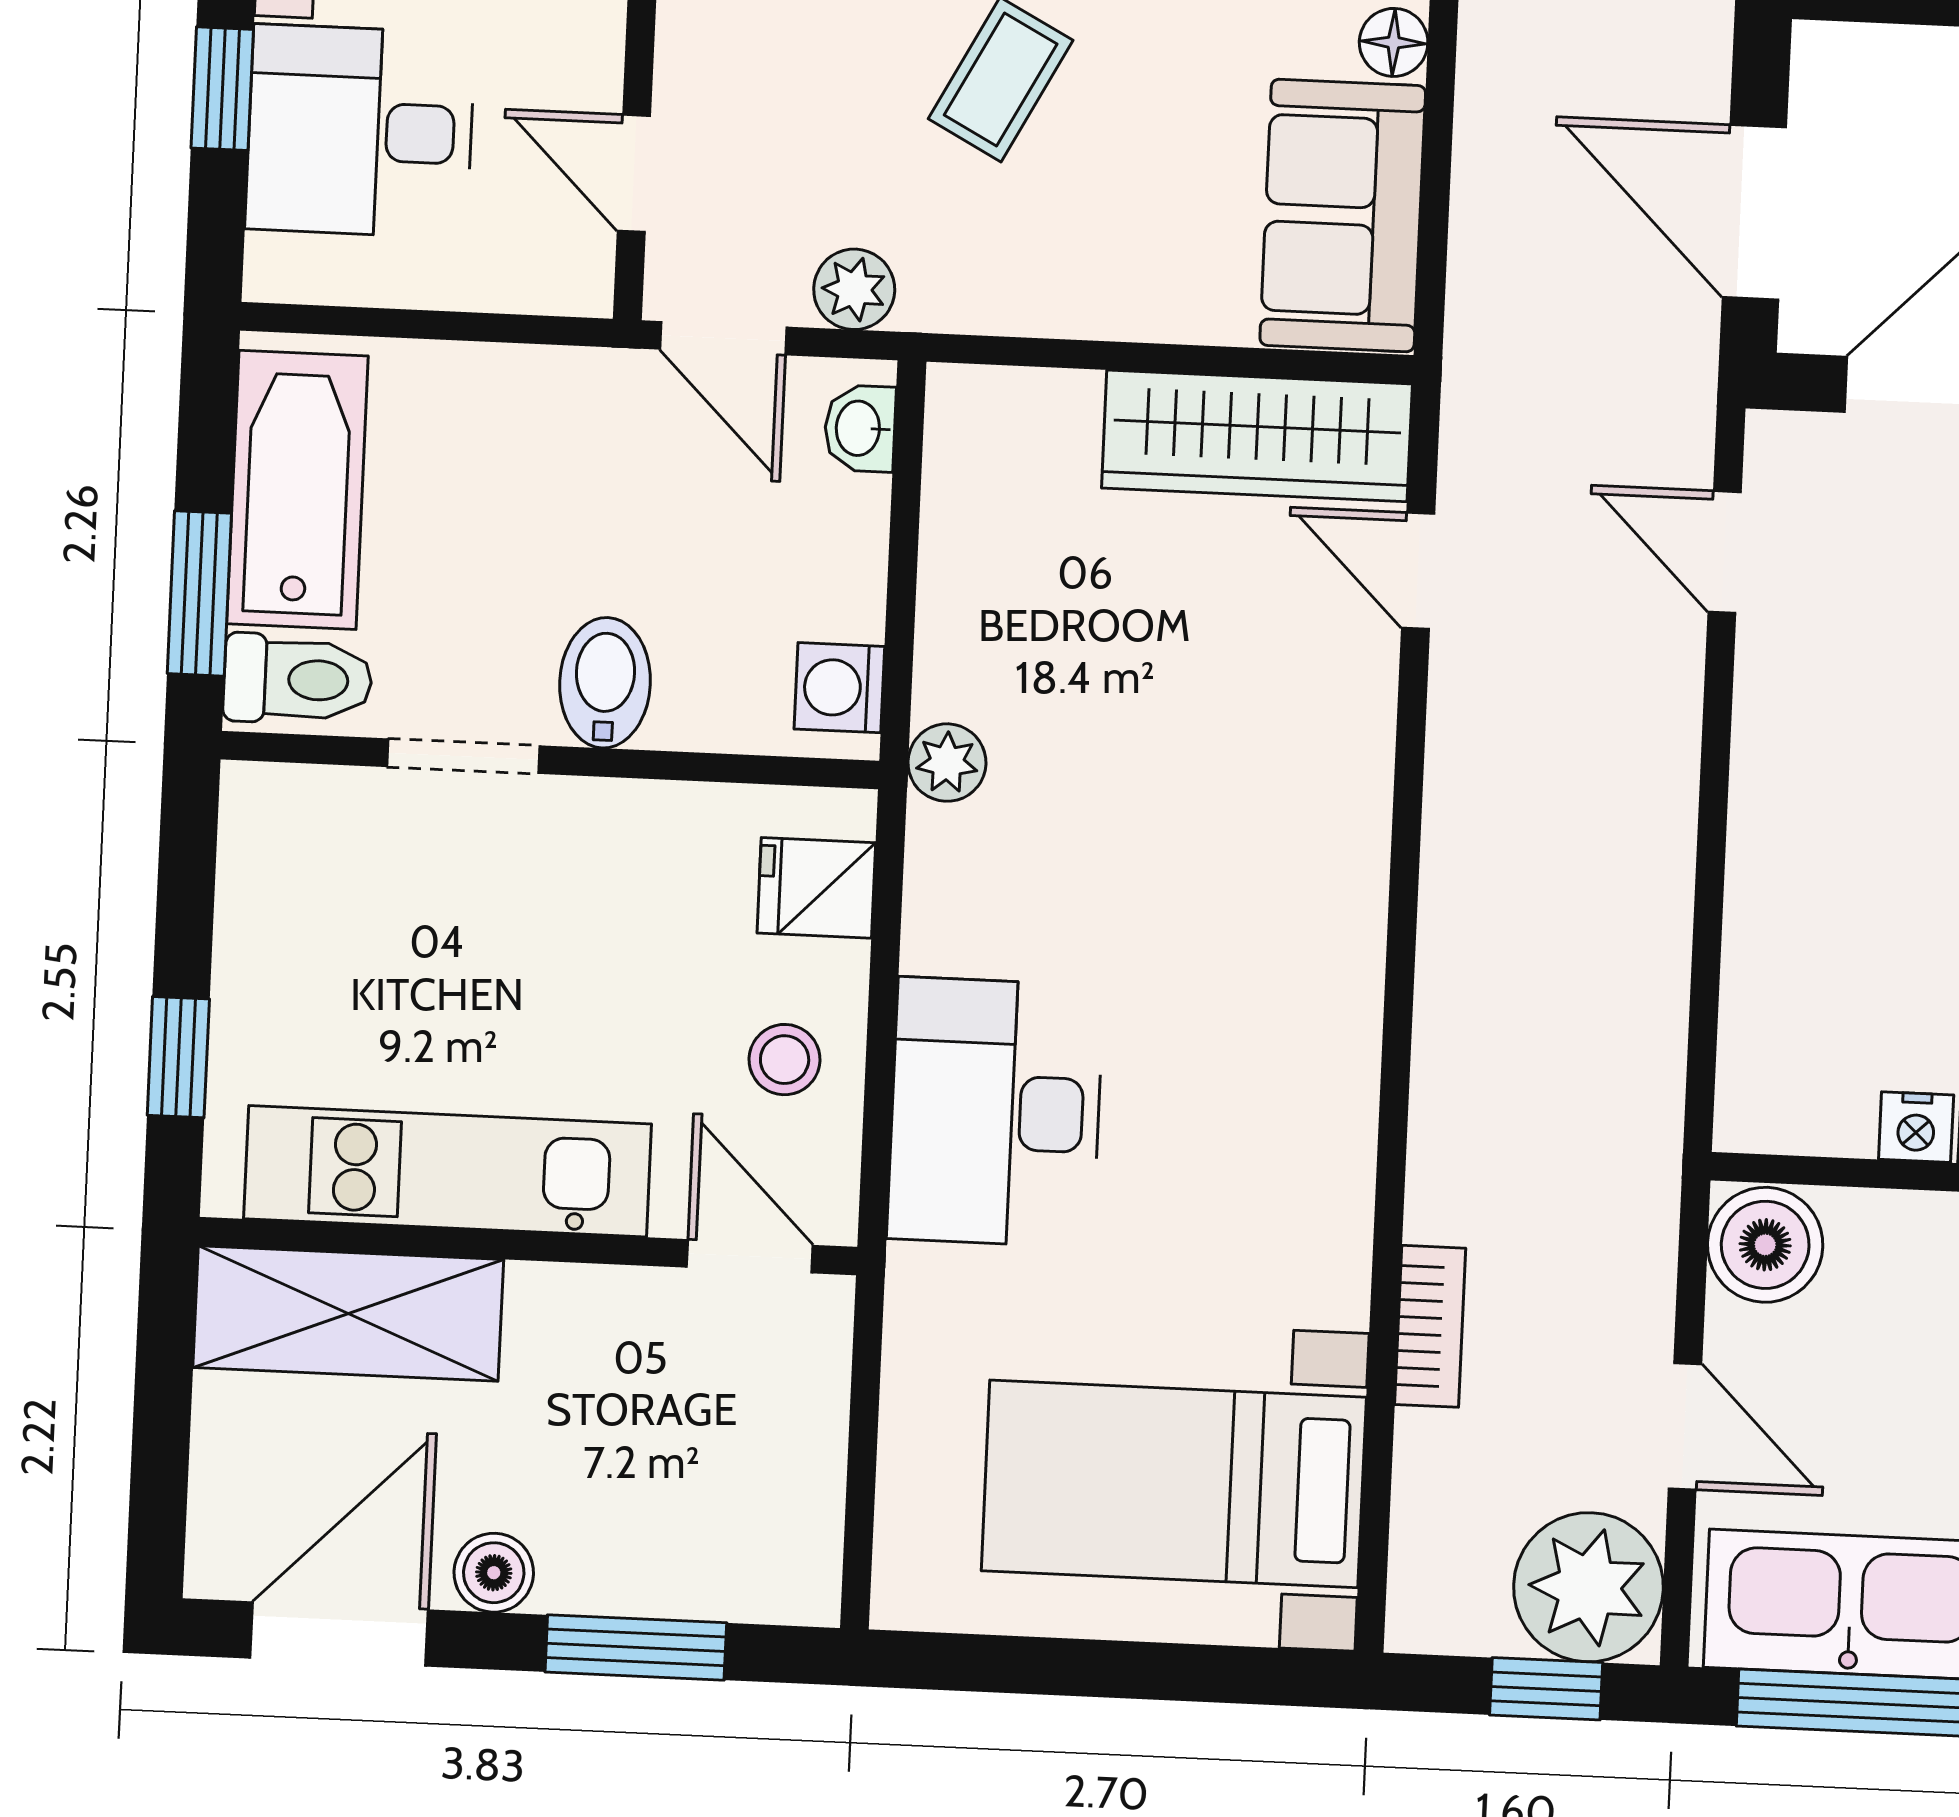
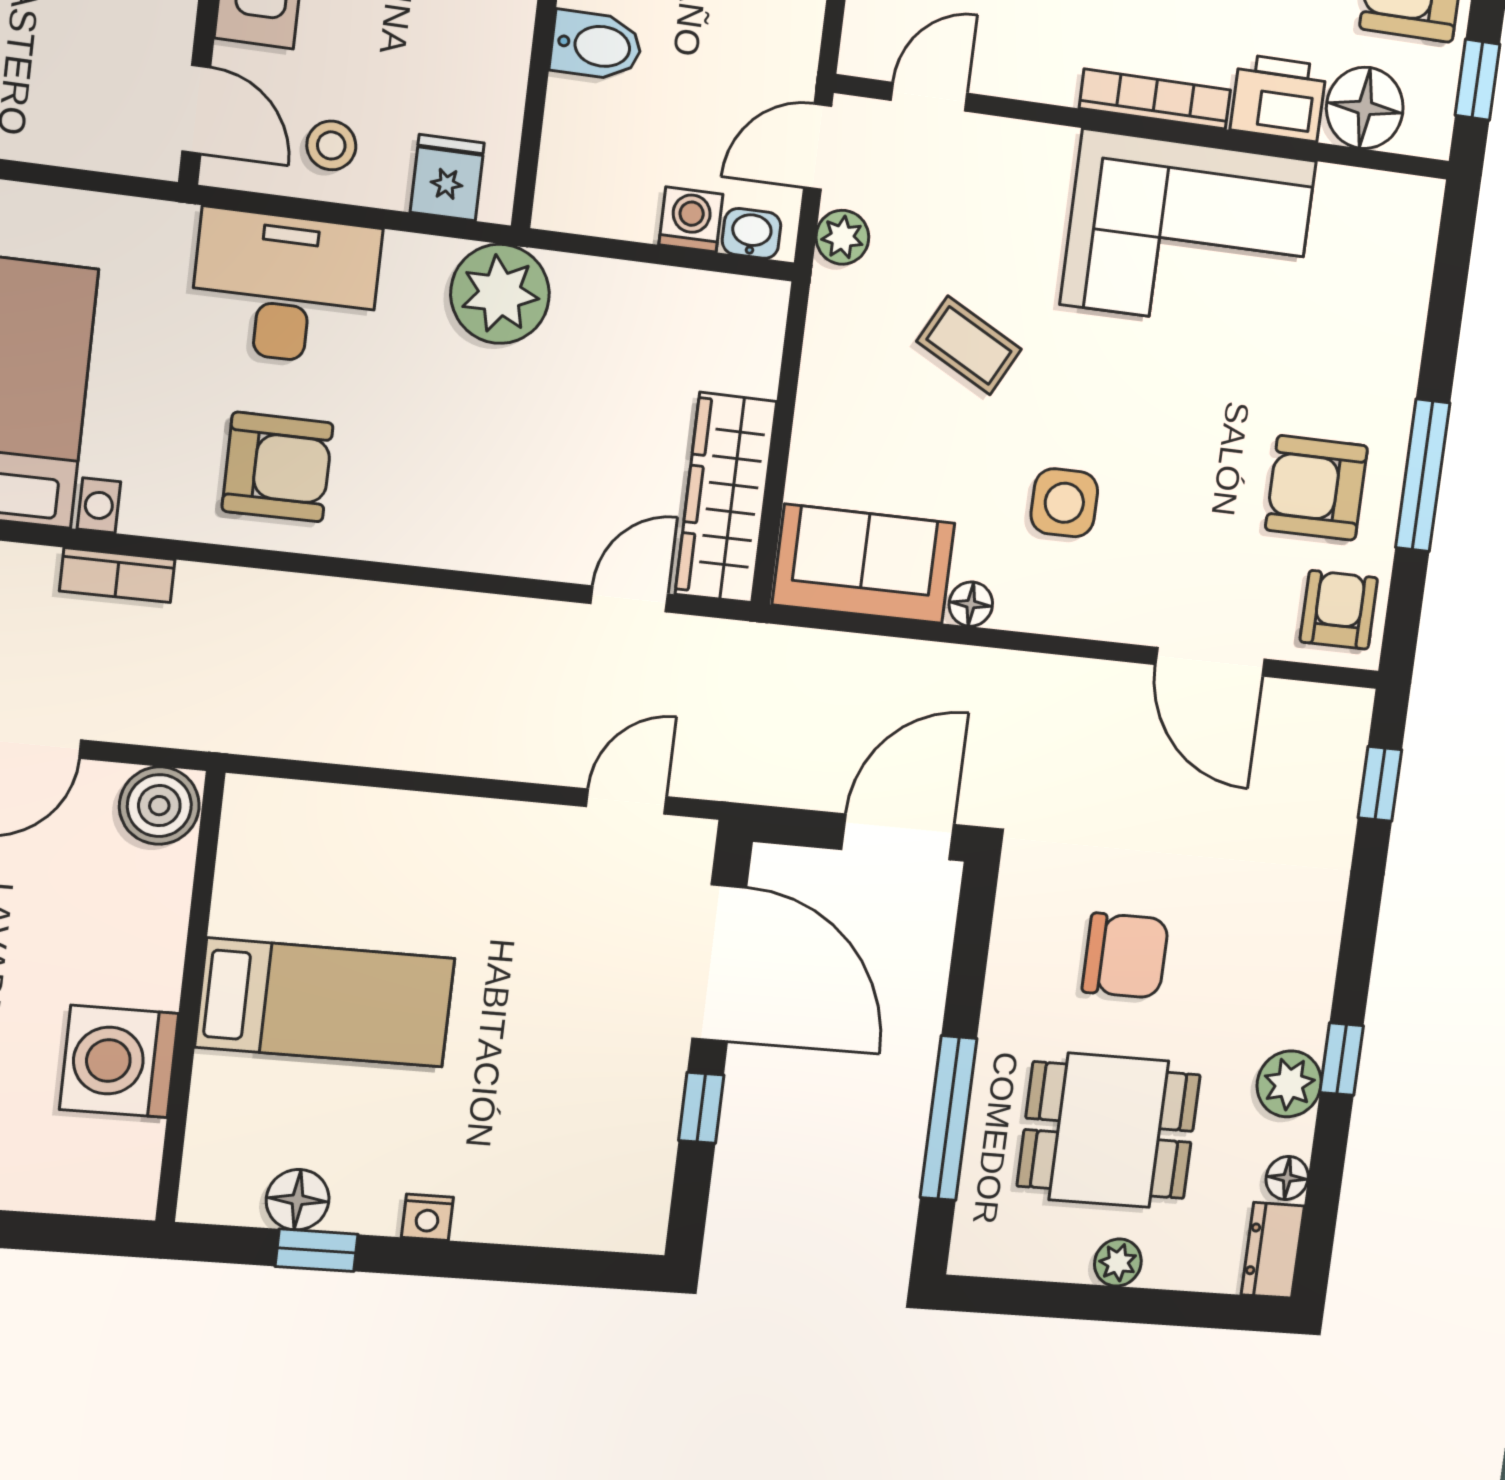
door: (1754, 212) -> (898, 837), moved
washing machine: (839, 688) -> (691, 219), moved
plant: (947, 763) -> (500, 294), width x1.88, depth x1.88
armchair: (1257, 1106) -> (278, 467), added
nightstand: (1916, 1127) -> (233, 910), removed
door: (750, 1256) -> (196, 109), hinge flipped

